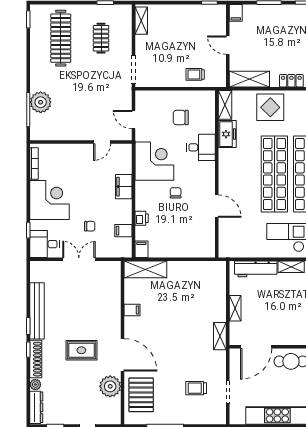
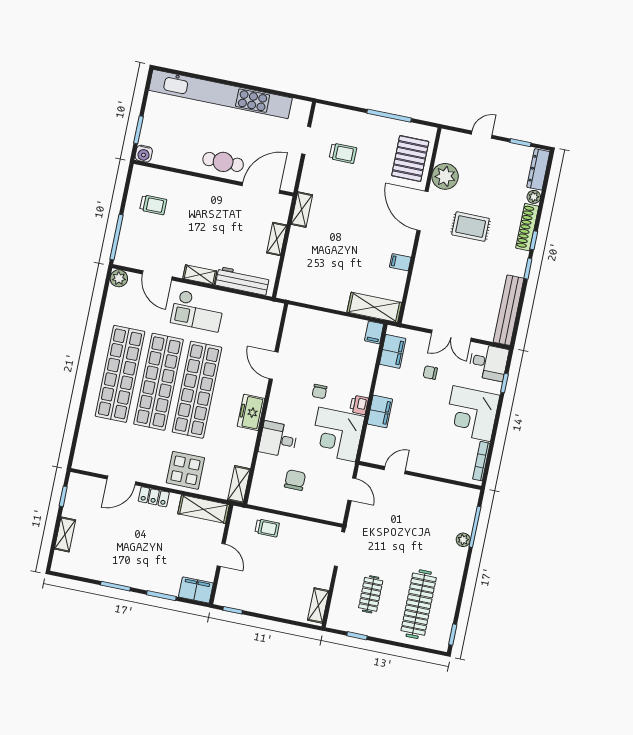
filing cabinet: (236, 13) -> (196, 590), width x2.00
plant: (41, 102) -> (463, 540), width x0.53, depth x0.53
chair: (181, 118) -> (295, 480), turned -90
freezer: (227, 134) -> (251, 412), moved
printer: (142, 218) -> (359, 405), moved
filing cabinet: (123, 231) -> (393, 351), width x2.00
bench: (37, 311) -> (509, 310), moved

